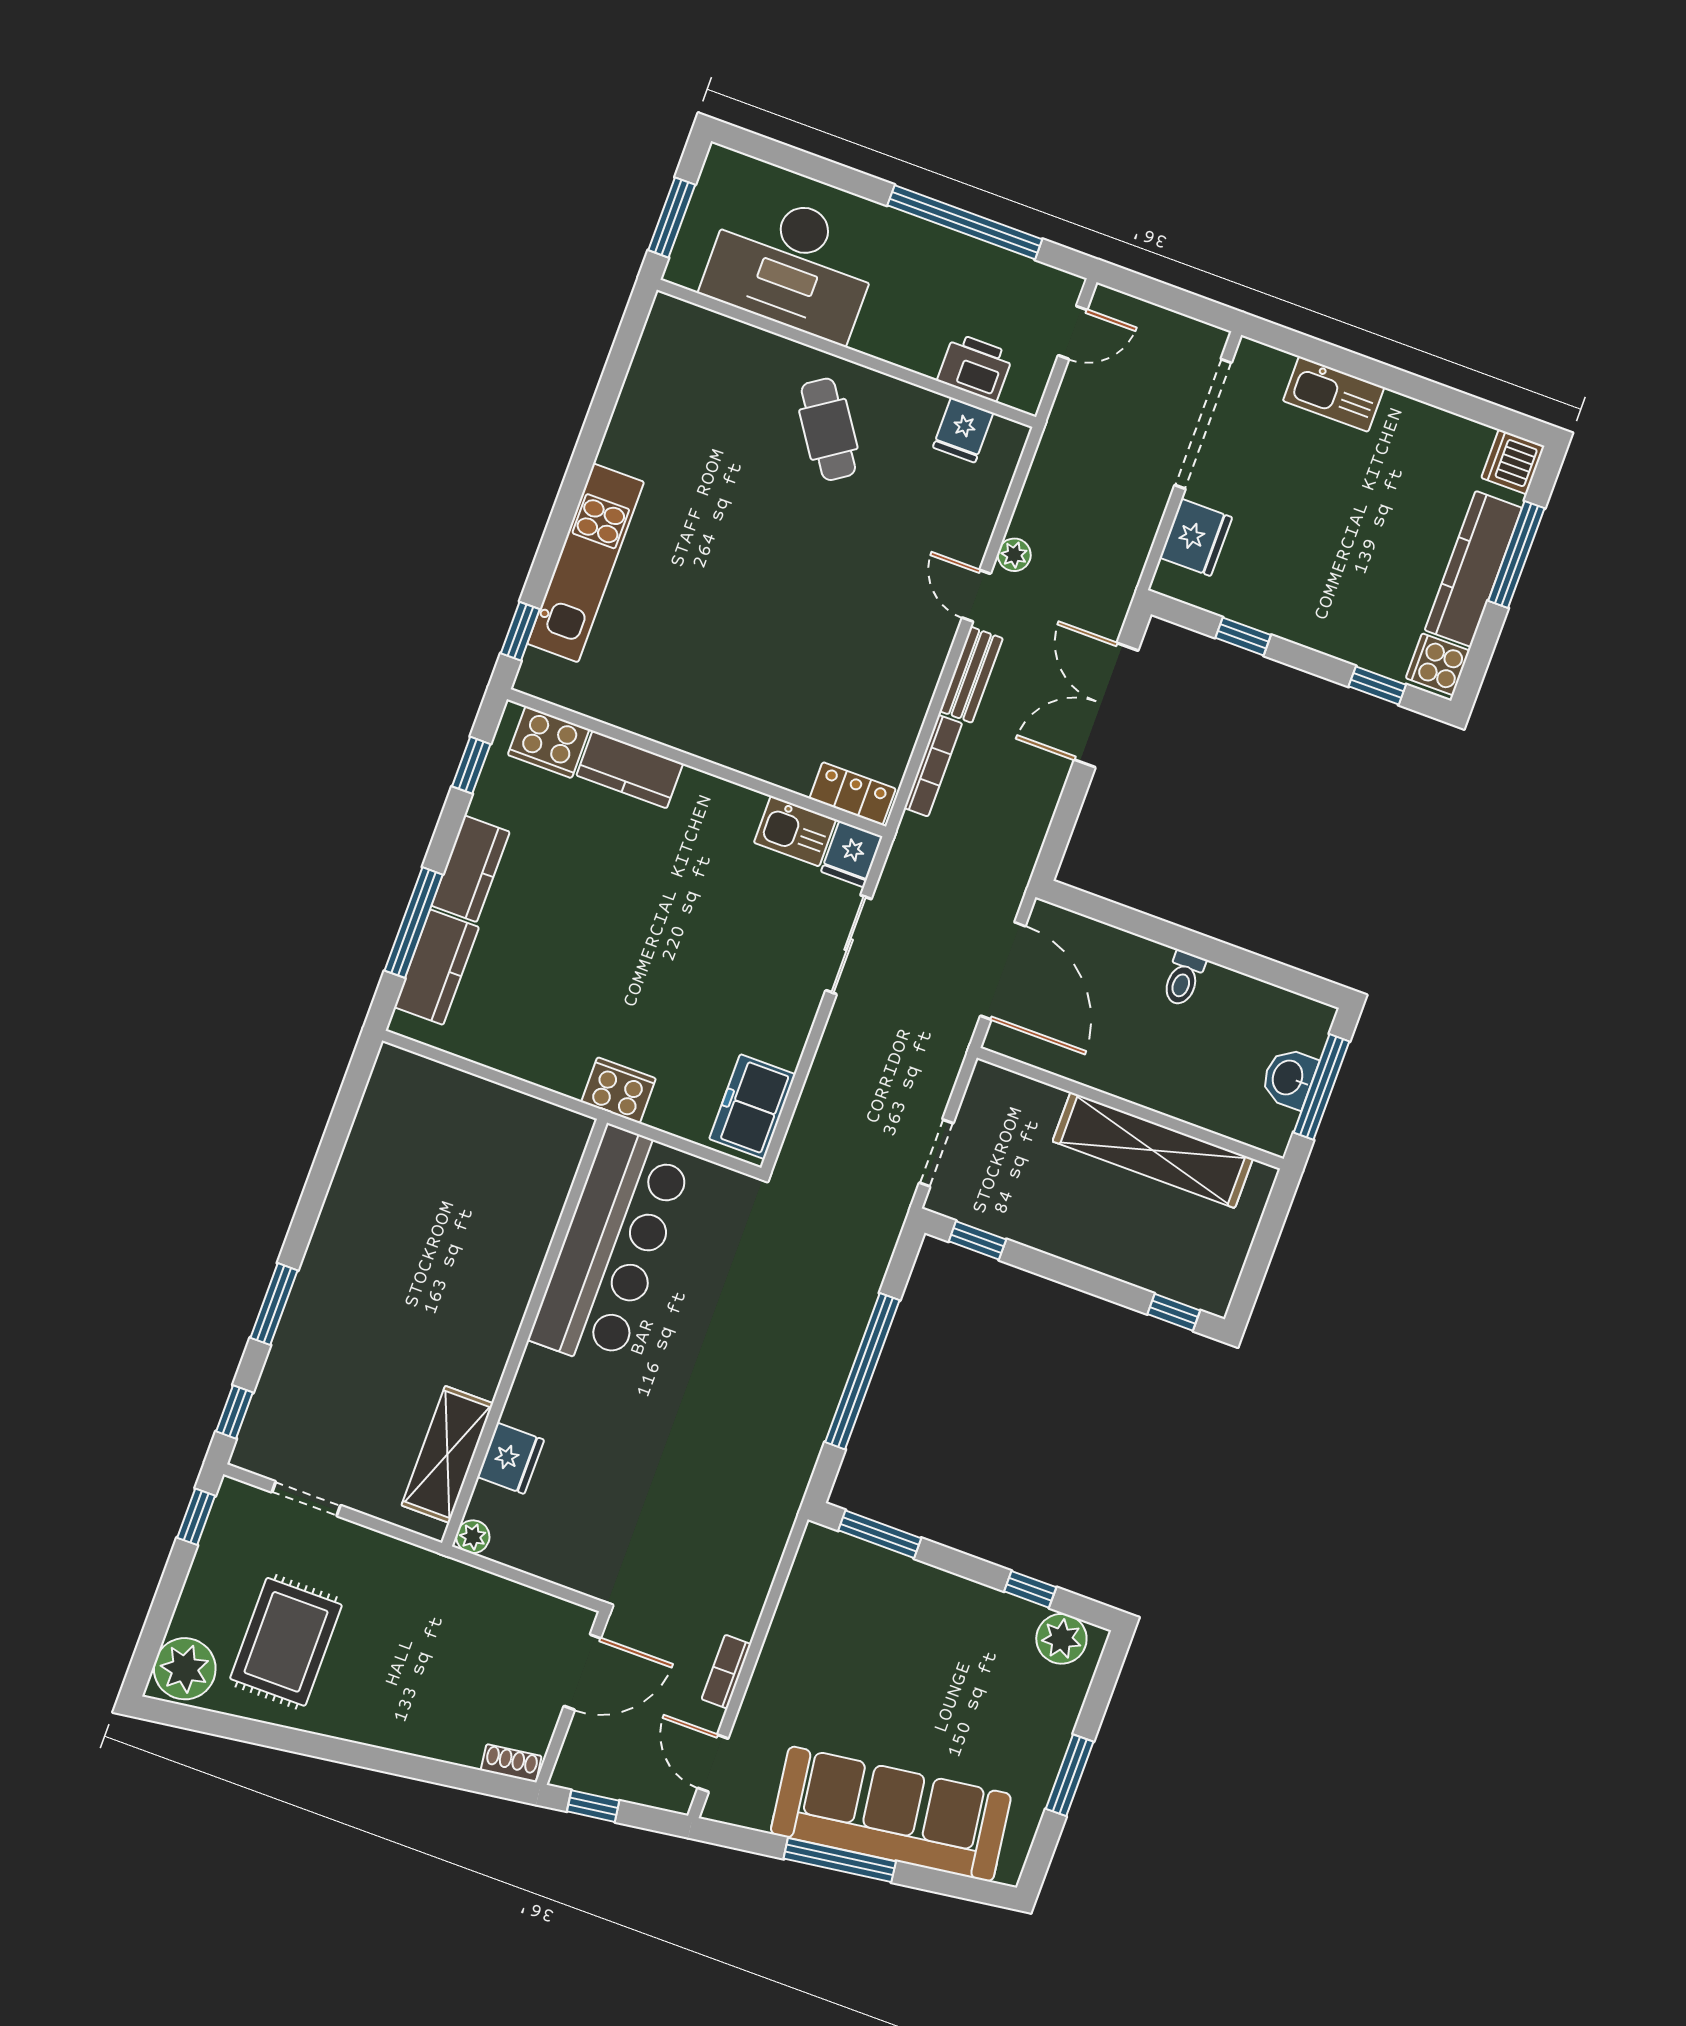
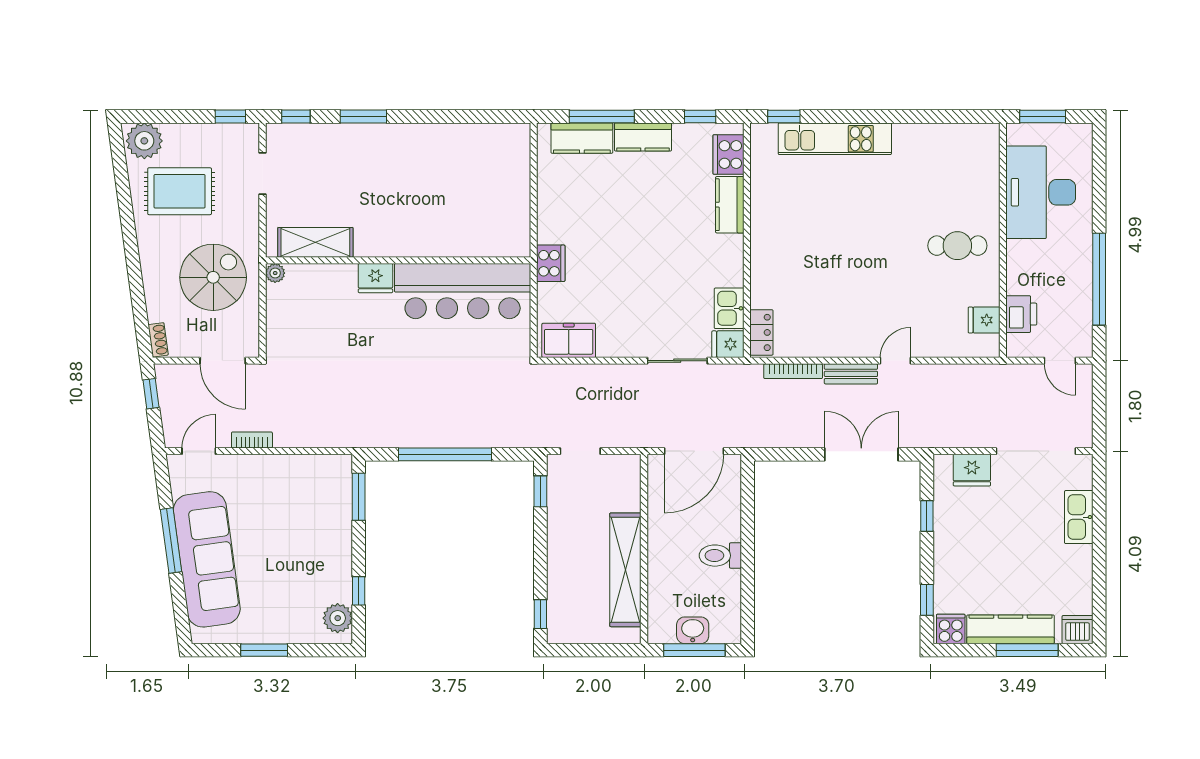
cafe table: (828, 429) -> (957, 246), turned 34
plant: (1014, 555) -> (926, 373), removed
toilet: (1183, 979) -> (720, 556), width x1.37, depth x1.39
fridge: (511, 1458) -> (375, 278), moved
spiral stairs: (443, 1639) -> (213, 277), added

